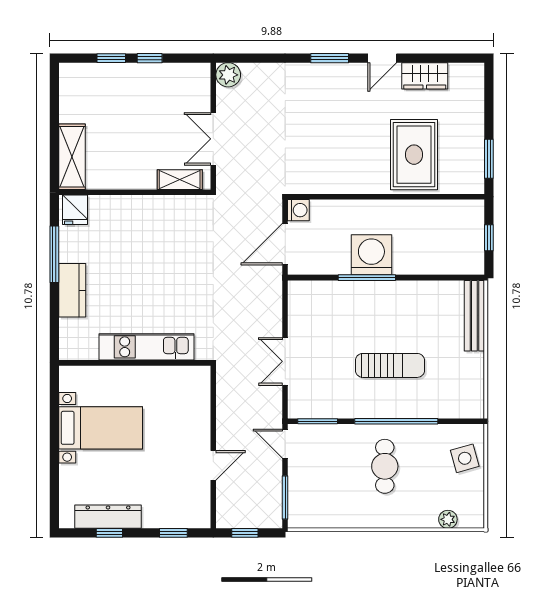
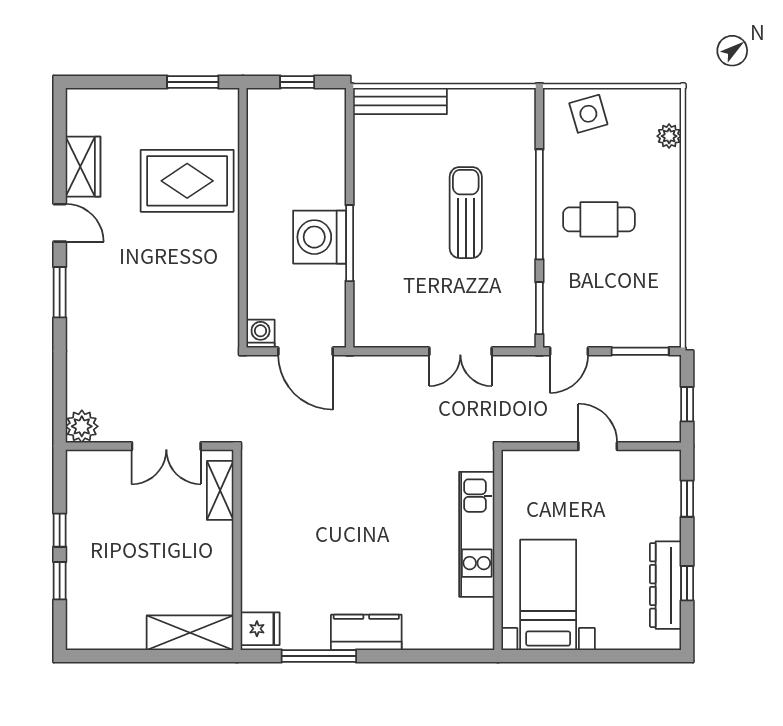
kitchen unit: (146, 347) -> (477, 534), moved
wall: (135, 363) -> (498, 550), moved

